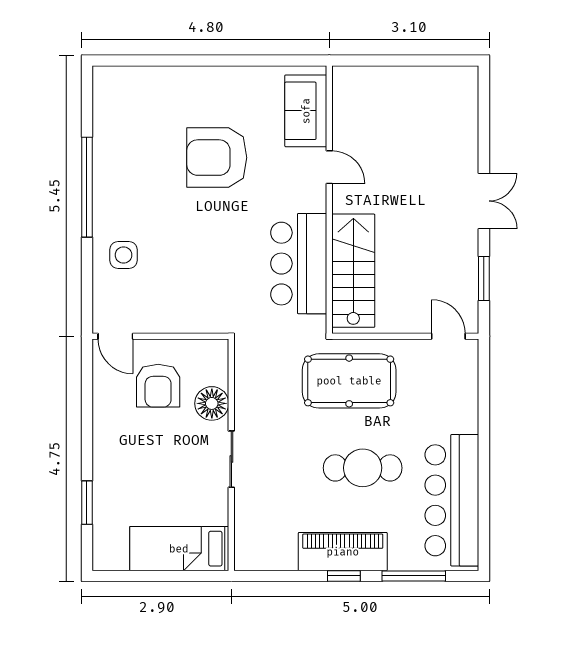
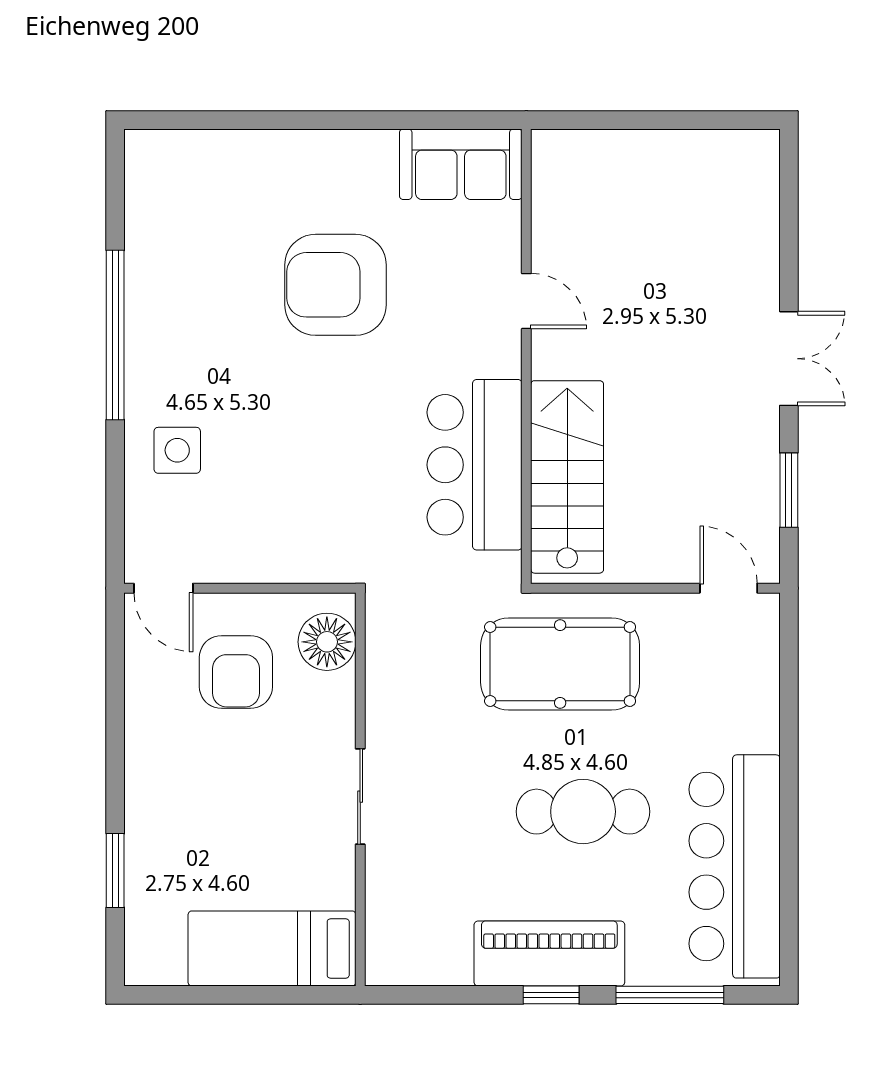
sofa: (306, 111) -> (461, 164), moved, turned -90
floor lamp: (212, 403) -> (327, 642), moved

